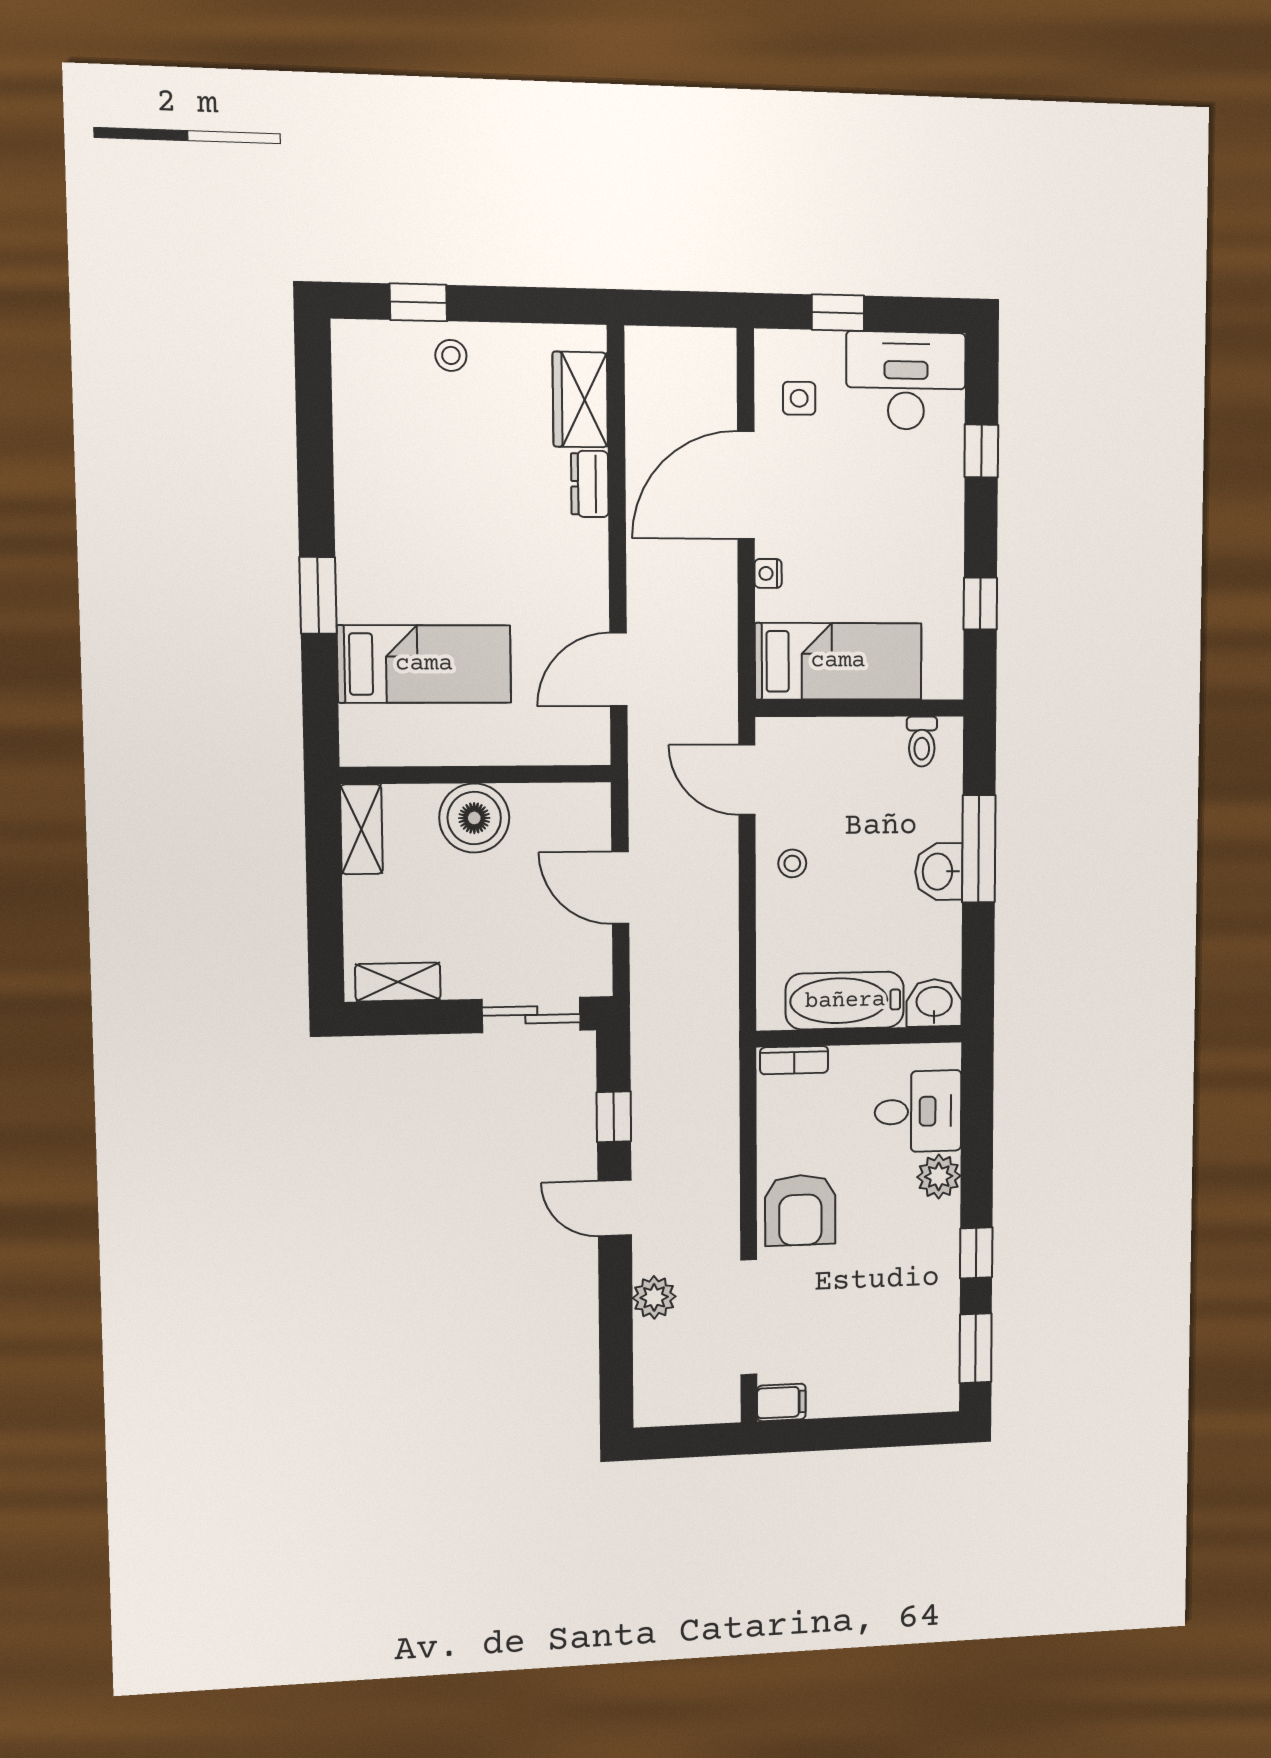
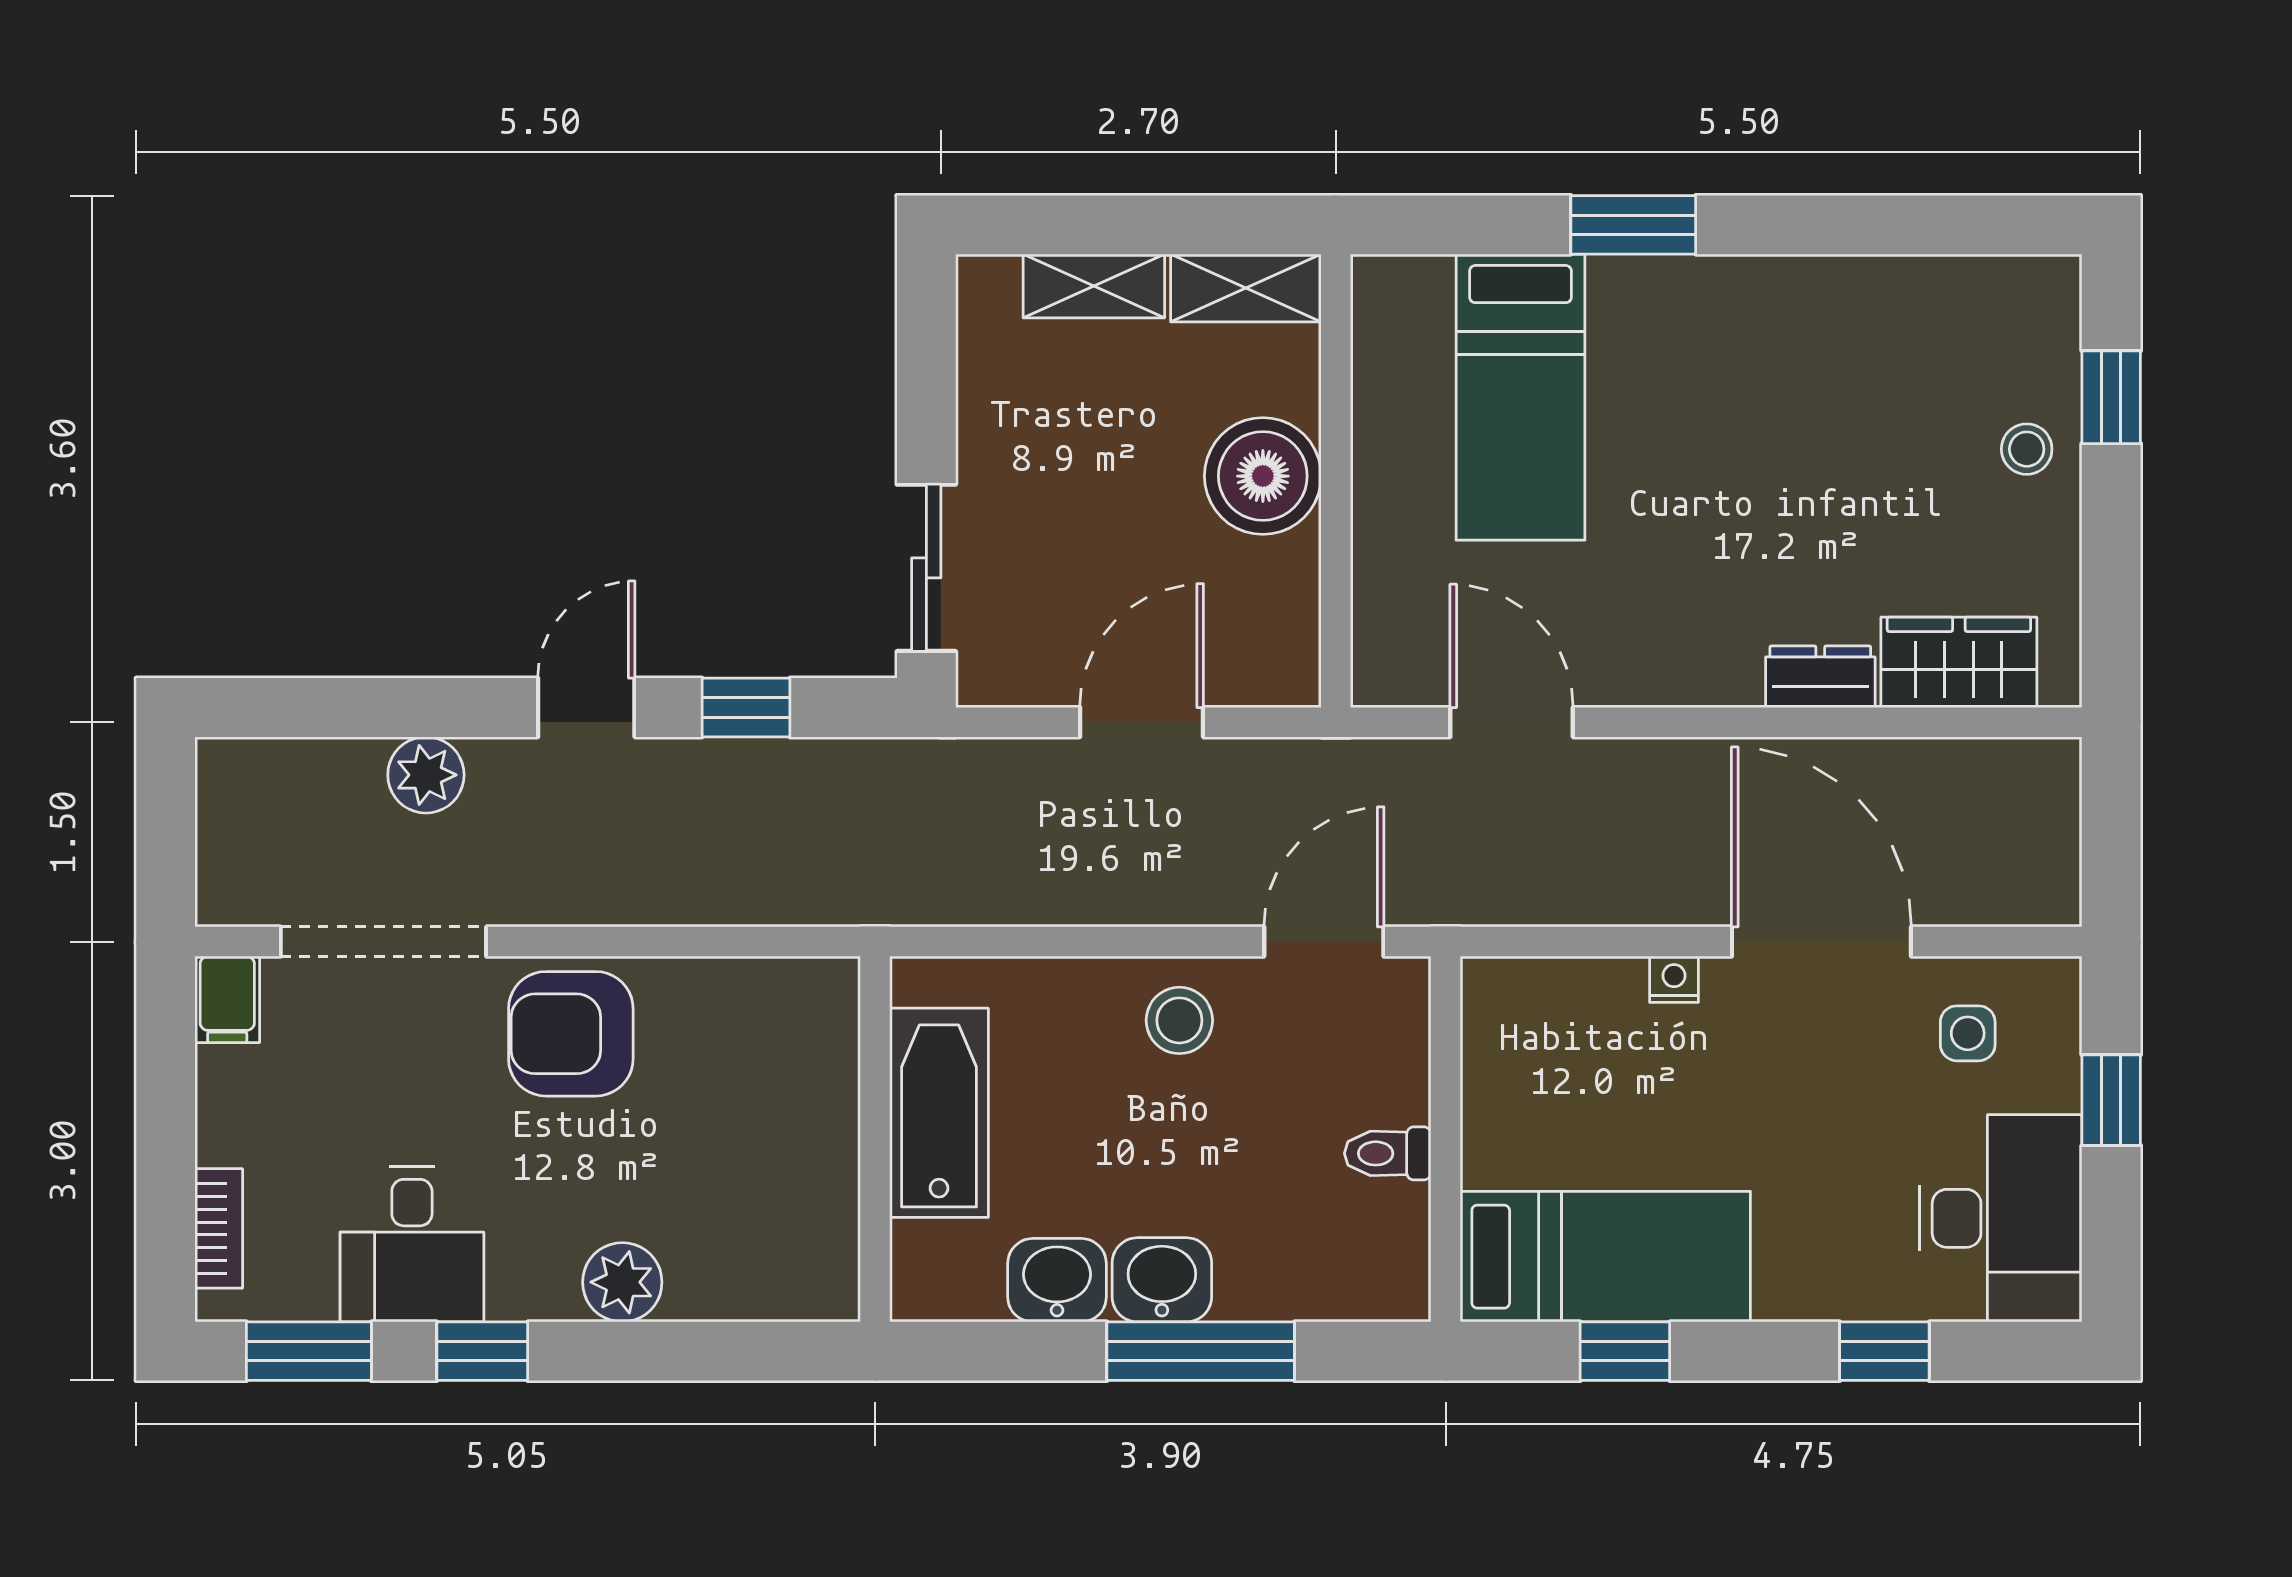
bed: (838, 661) -> (1605, 1257), moved, turned -90
toilet: (922, 742) -> (1388, 1153), moved
stool: (792, 863) -> (1179, 1020), width x1.37, depth x1.37
shelving: (398, 982) -> (1094, 286), moved, turned 90
washbasin: (934, 1003) -> (1057, 1280), moved, turned -90
bookcase: (794, 1060) -> (219, 1228), moved, turned 180
desk: (918, 1111) -> (412, 1244), moved

